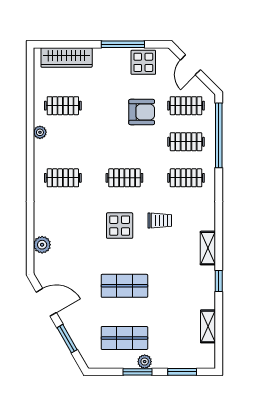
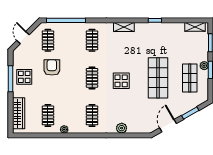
display table: (143, 62) -> (24, 77), moved
door: (190, 65) -> (23, 38), swing flipped
clothes rail: (186, 142) -> (70, 40), removed
trolley: (160, 221) -> (118, 56), removed
plant: (42, 245) -> (122, 128), moved
shelving: (208, 248) -> (124, 27), moved
shop shelf: (124, 286) -> (158, 78), width x1.43, depth x1.36
shelving: (208, 326) -> (195, 27), moved

